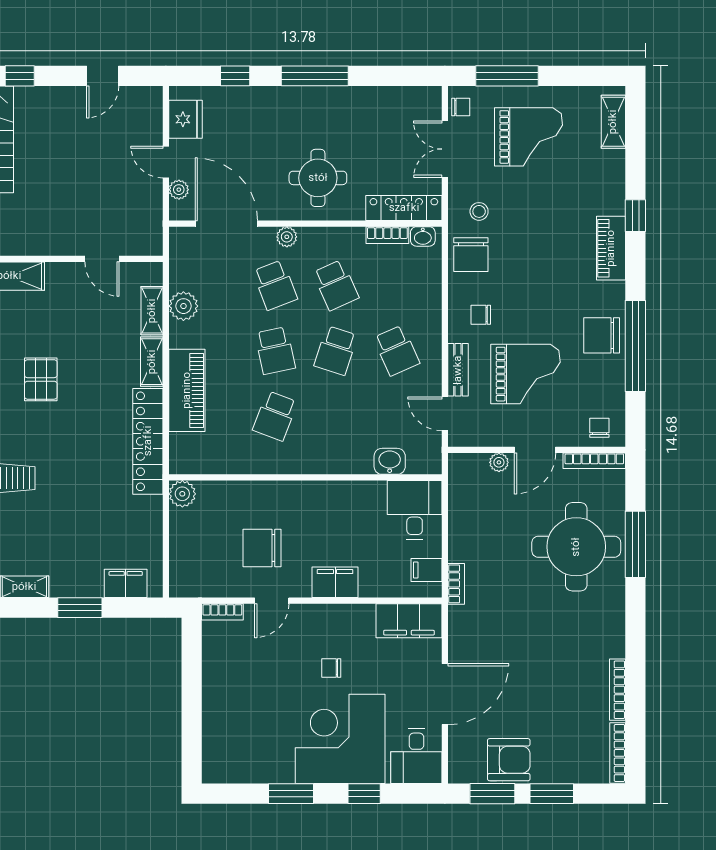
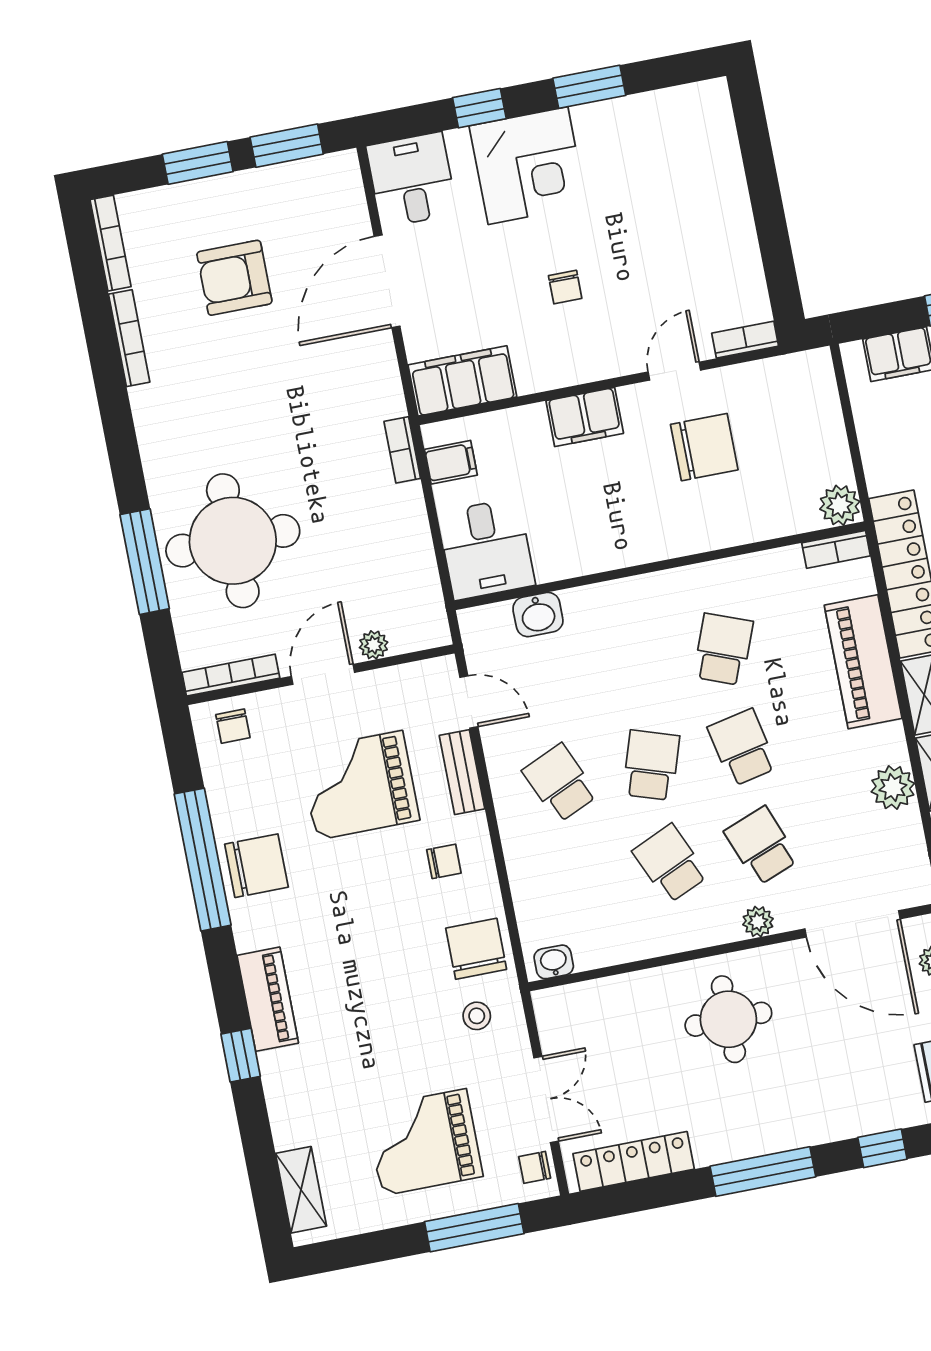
locker: (404, 208) -> (634, 1161), moved, turned 180
bookcase: (387, 235) -> (836, 549), moved, turned 180
chair: (331, 668) -> (565, 287), turned 90
corner desk: (340, 739) -> (528, 166), width x0.74, depth x0.74
armchair: (509, 760) -> (234, 278), moved

